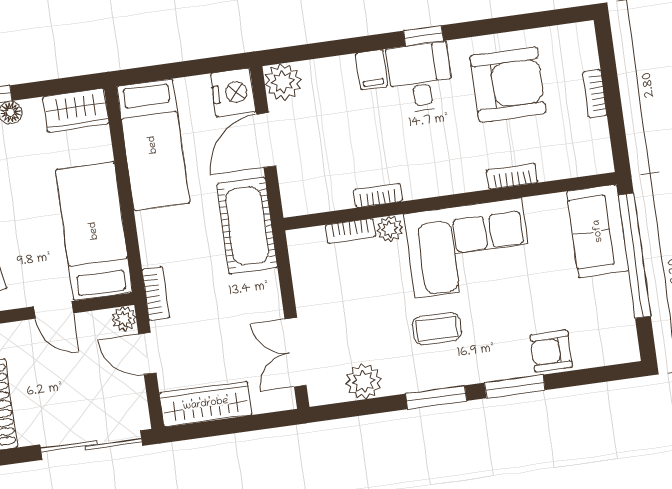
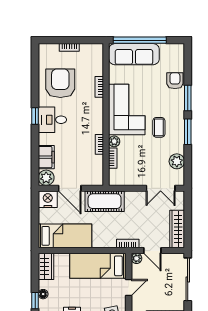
filing cabinet: (372, 70) -> (46, 157), moved, width x2.00
sofa: (598, 231) -> (134, 54), width x1.36
armchair: (551, 351) -> (175, 81), turned 180
door: (147, 353) -> (152, 251), hinge flipped

